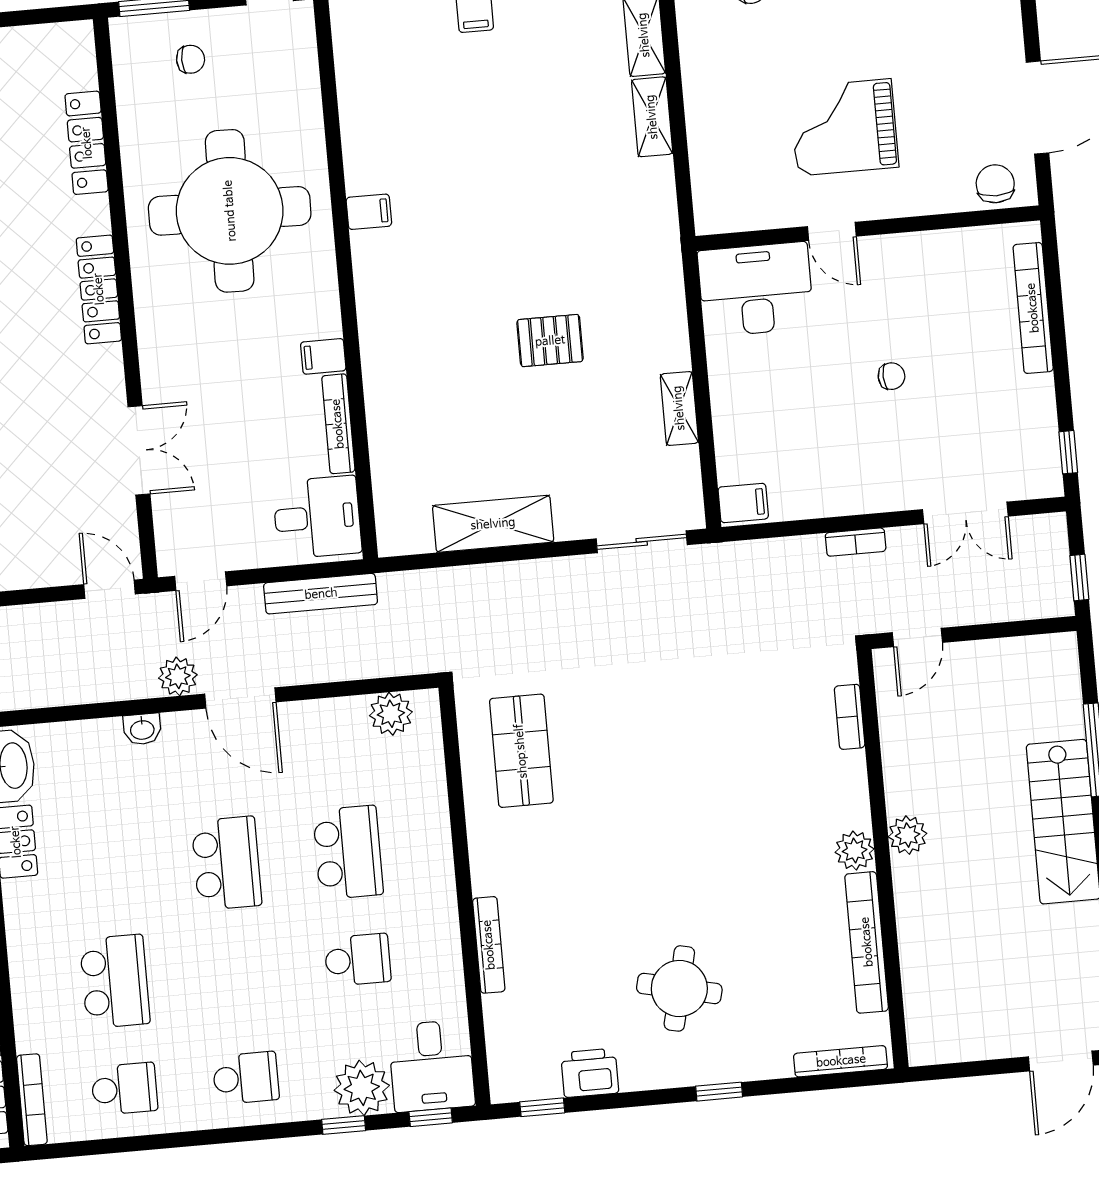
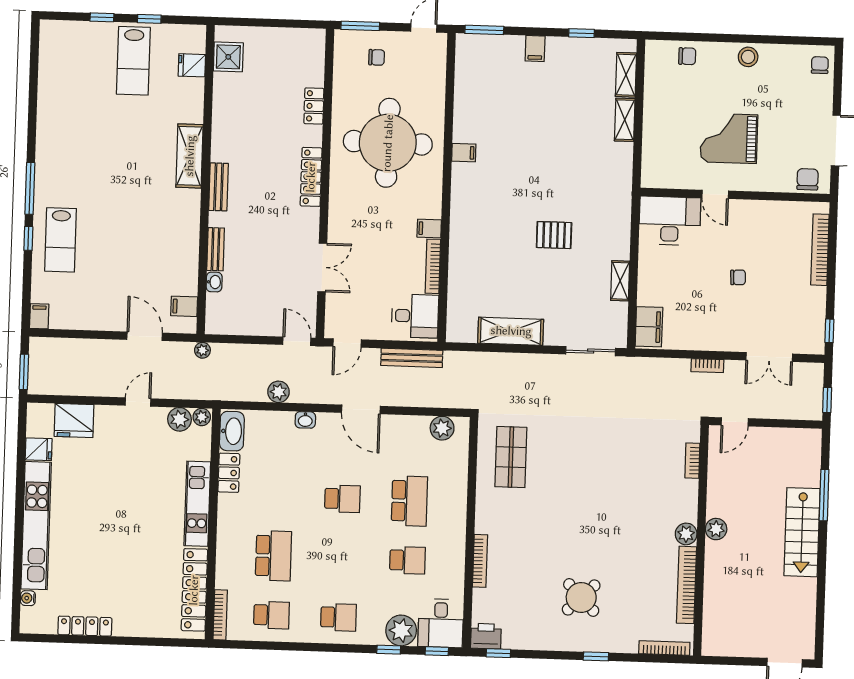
locker: (87, 143) -> (314, 106), width x0.66
filing cabinet: (743, 503) -> (649, 327), width x2.00
plant: (178, 676) -> (279, 392), moved
school desk: (227, 863) -> (342, 499), width x0.54
round table: (679, 988) -> (581, 597), turned 33
printer: (590, 1073) -> (486, 636), moved

